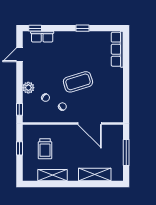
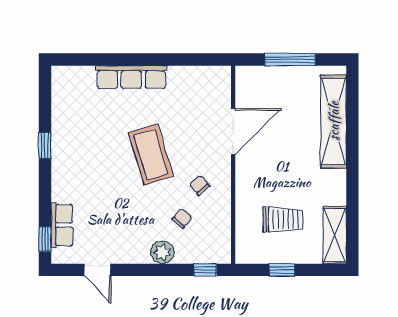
row of seats: (117, 49) -> (131, 77), moved
shelving: (95, 174) -> (334, 121), width x1.47
shelving: (52, 175) -> (335, 235), moved

